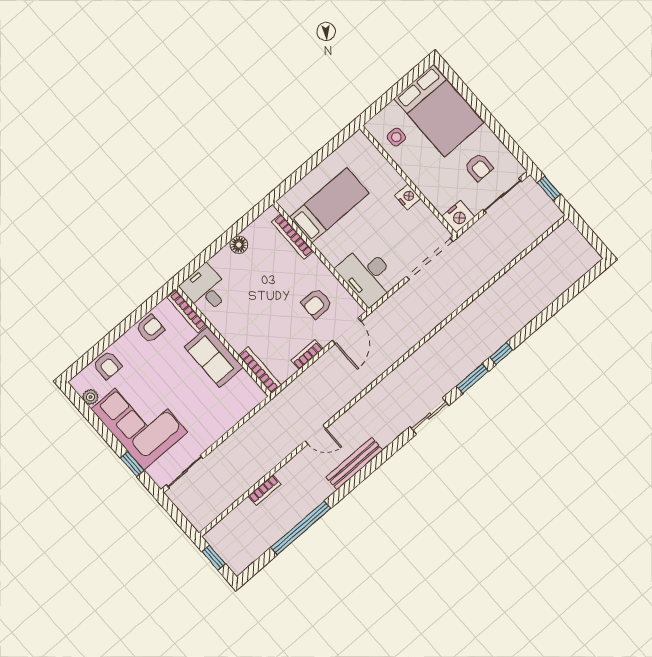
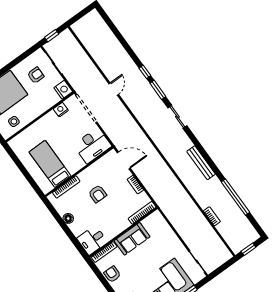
nightstand: (408, 197) -> (61, 110), moved
armchair: (317, 303) -> (98, 194), moved
door: (315, 435) -> (114, 89), moved

